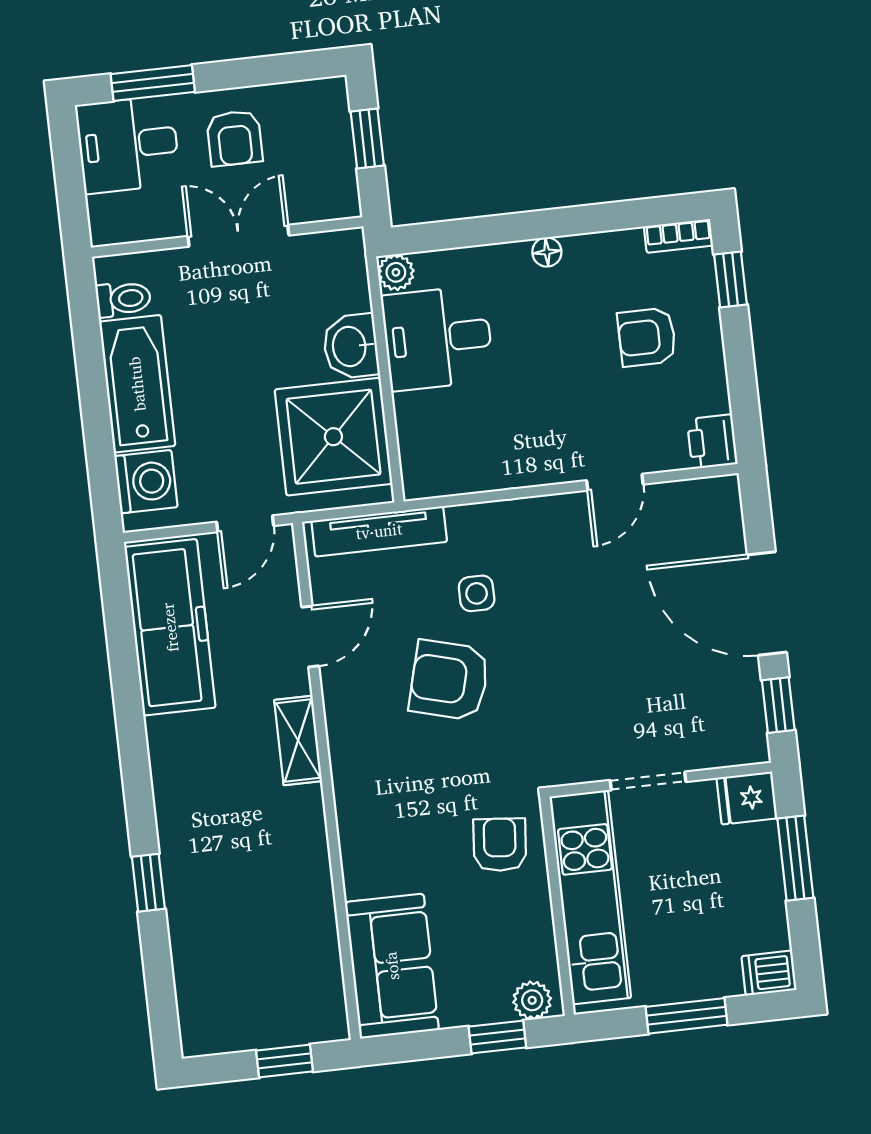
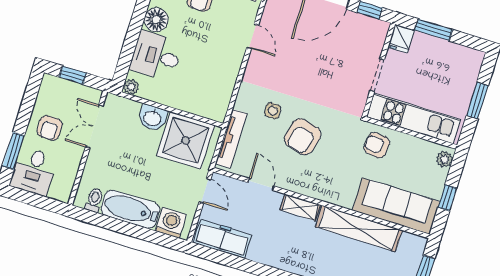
armchair: (235, 138) -> (50, 128), turned 90
double door: (238, 236) -> (94, 126), moved
floor lamp: (547, 252) -> (156, 20), width x1.89, depth x1.89
desk: (438, 338) -> (156, 56), moved, turned 90
freezer: (170, 627) -> (223, 239), width x0.73, depth x0.79
shelving: (307, 883) -> (359, 229), added
sofa: (392, 966) -> (396, 206), width x1.36
dishwasher: (769, 973) -> (475, 60), removed
window: (497, 1037) -> (447, 198), moved

